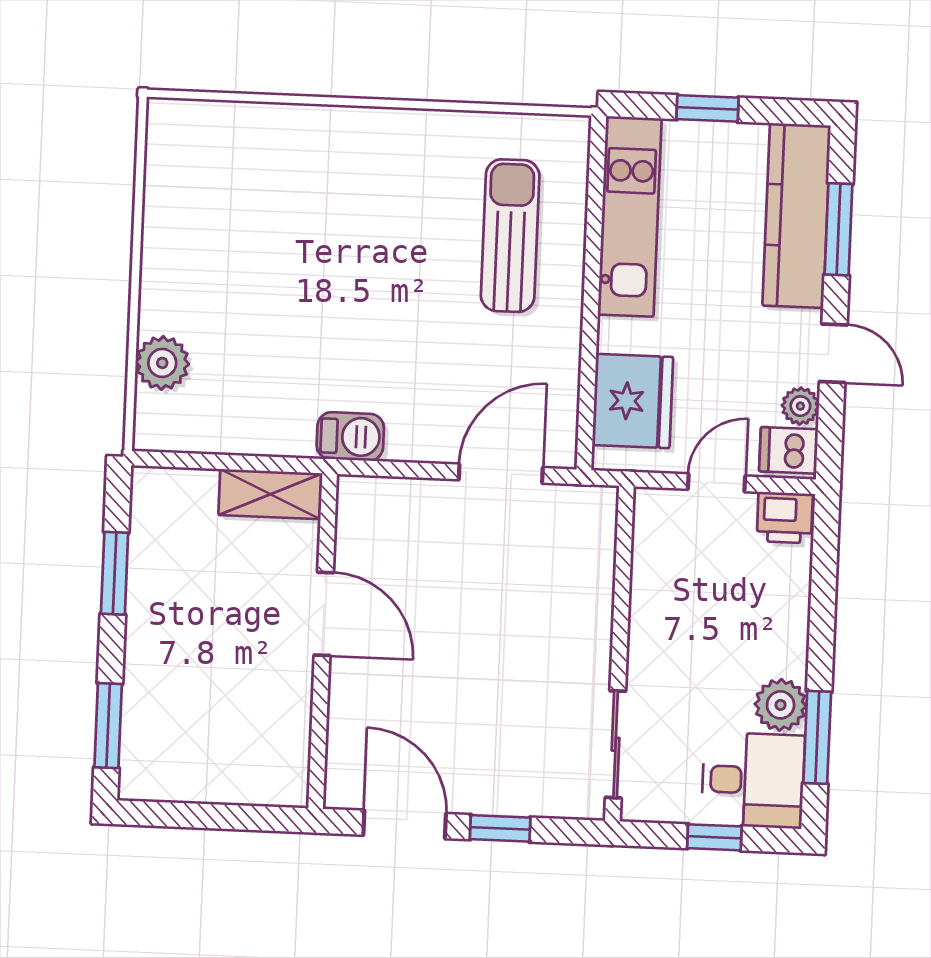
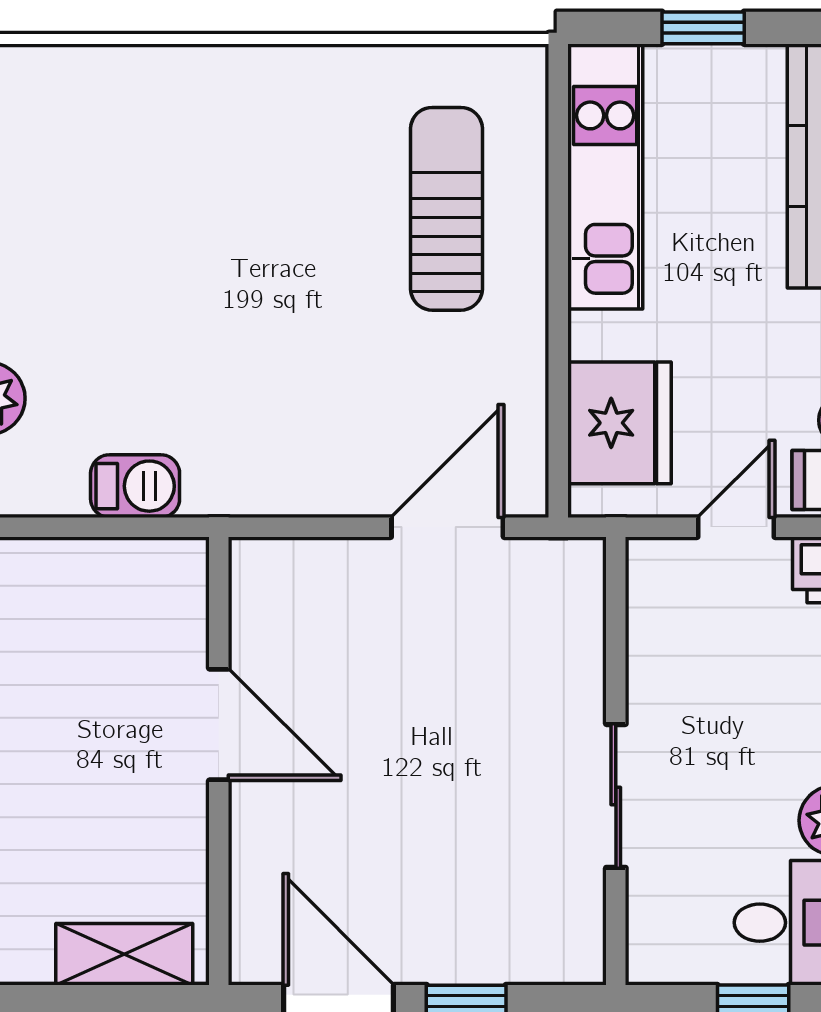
barbecue: (350, 437) -> (135, 486), moved
shelving: (270, 494) -> (124, 954), moved
sliding door: (616, 744) -> (616, 796), moved

